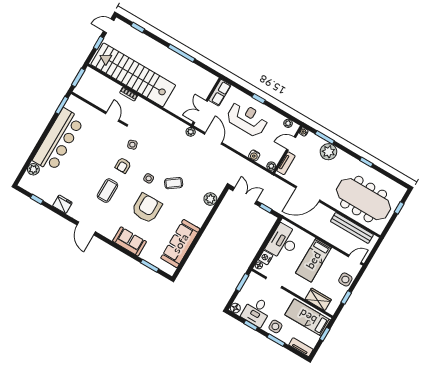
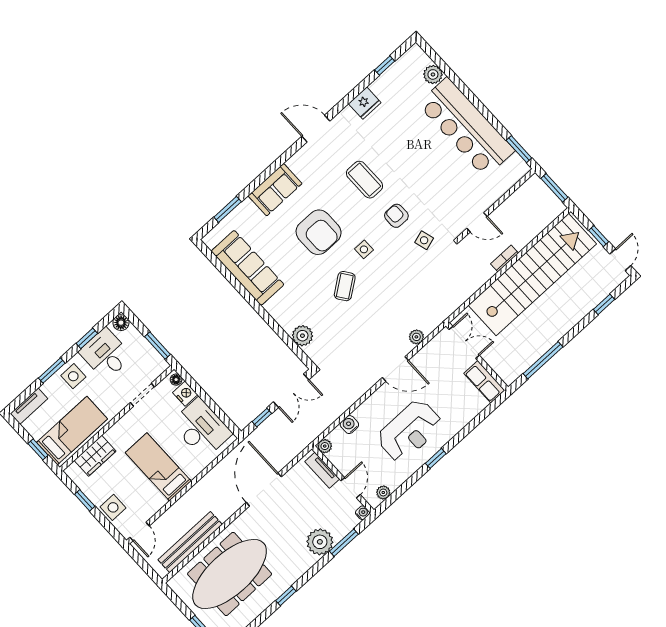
row of seats: (220, 93) -> (484, 382), moved
wall: (206, 101) -> (477, 356), moved
double door: (200, 112) -> (464, 342), moved

